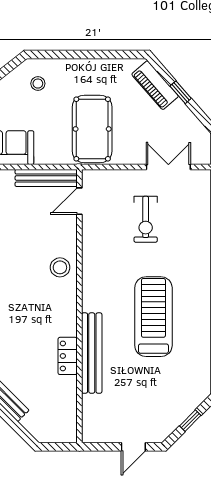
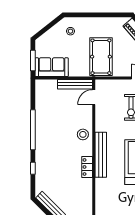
bench: (92, 353) -> (101, 155), moved
locker: (68, 356) -> (87, 167), moved

